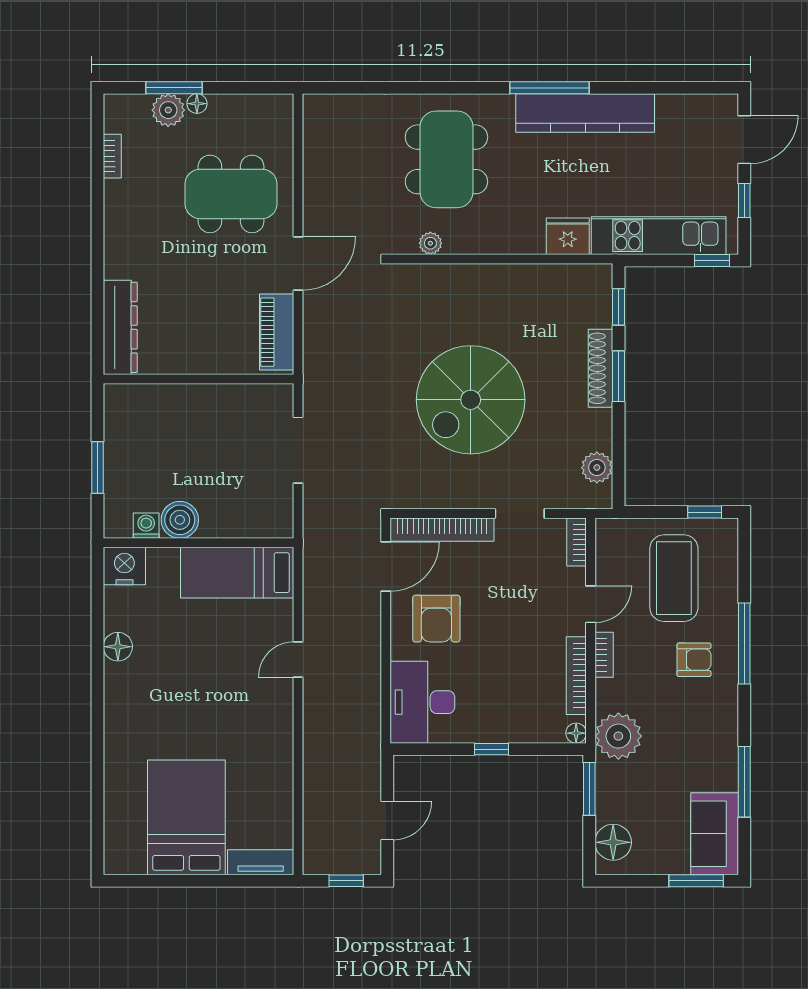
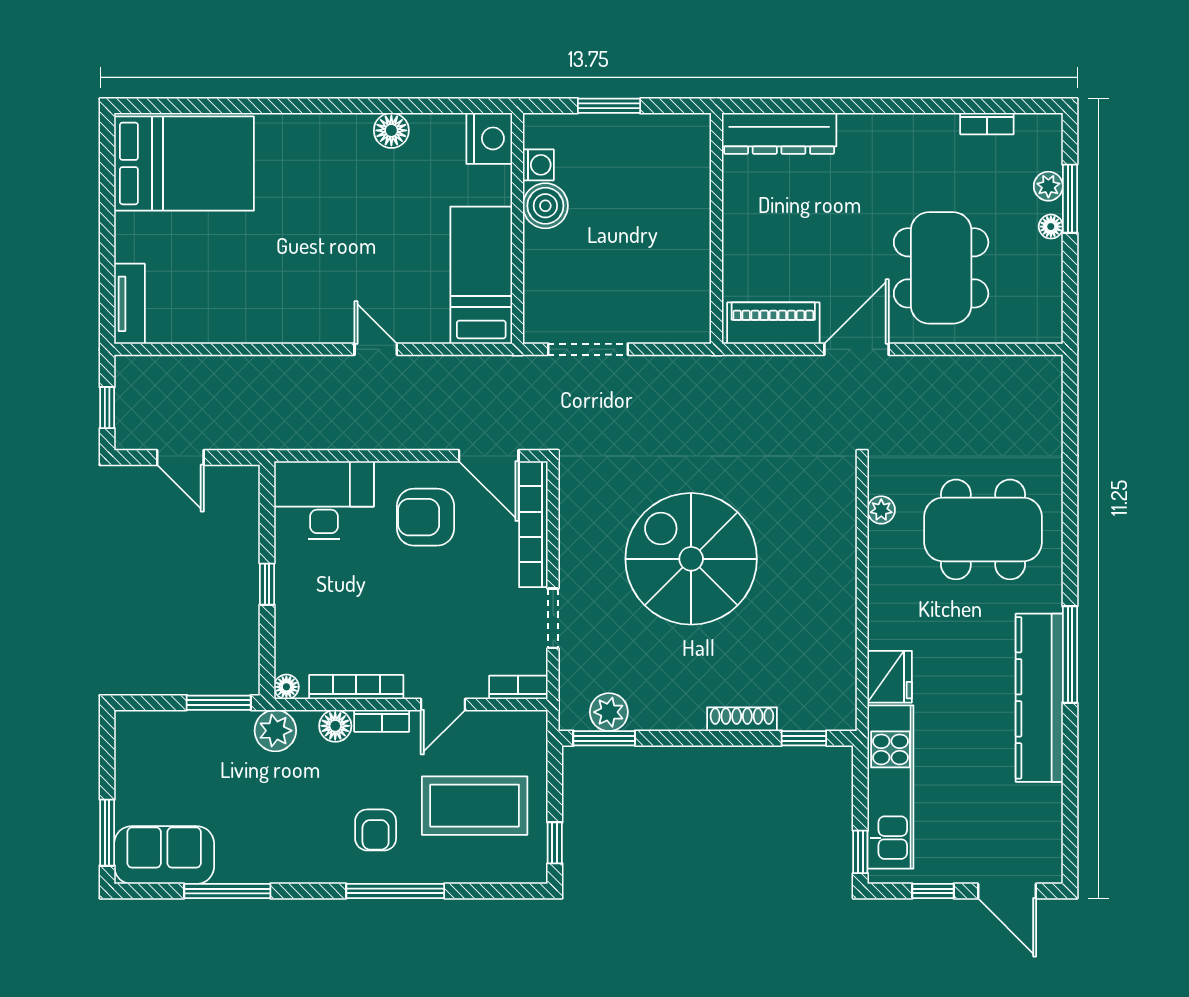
plant: (168, 110) -> (1048, 186), width x0.73, depth x0.73
door: (298, 264) -> (857, 349), swing flipped
shoe rack: (600, 368) -> (742, 719), width x0.74, depth x0.81
window: (618, 376) -> (604, 738), moved
doorway: (298, 450) -> (588, 349), moved
door: (591, 604) -> (443, 704), hinge flipped
plant: (618, 736) -> (275, 731), width x0.73, depth x0.73
bed: (186, 817) -> (184, 163), moved
floor lamp: (613, 842) -> (335, 726), moved, width x0.73, depth x0.73

